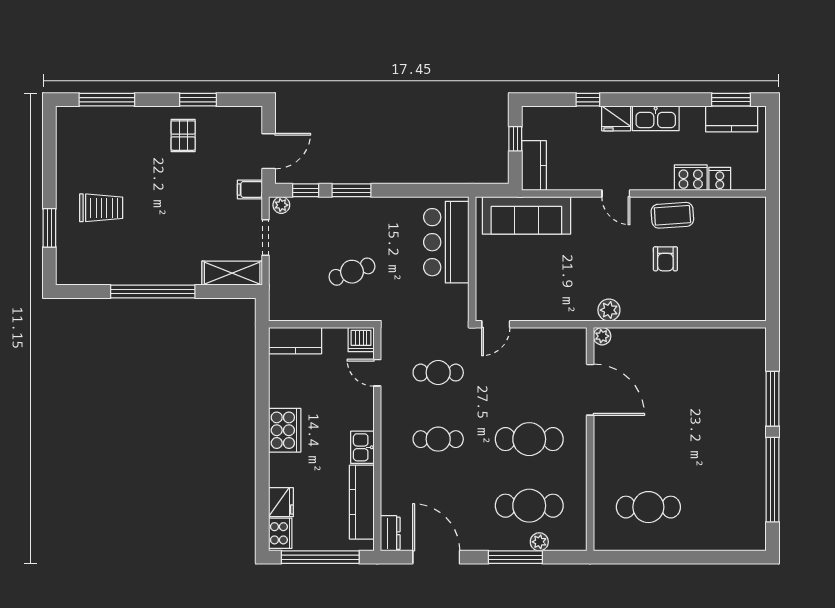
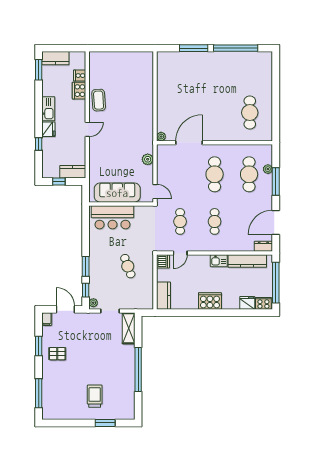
kitchen counter: (732, 119) -> (55, 58), moved, turned 90
filing cabinet: (250, 189) -> (47, 319), moved
sofa: (526, 215) -> (117, 193), moved, turned -90
armchair: (665, 259) -> (121, 104), removed
plant: (609, 310) -> (148, 159), moved

